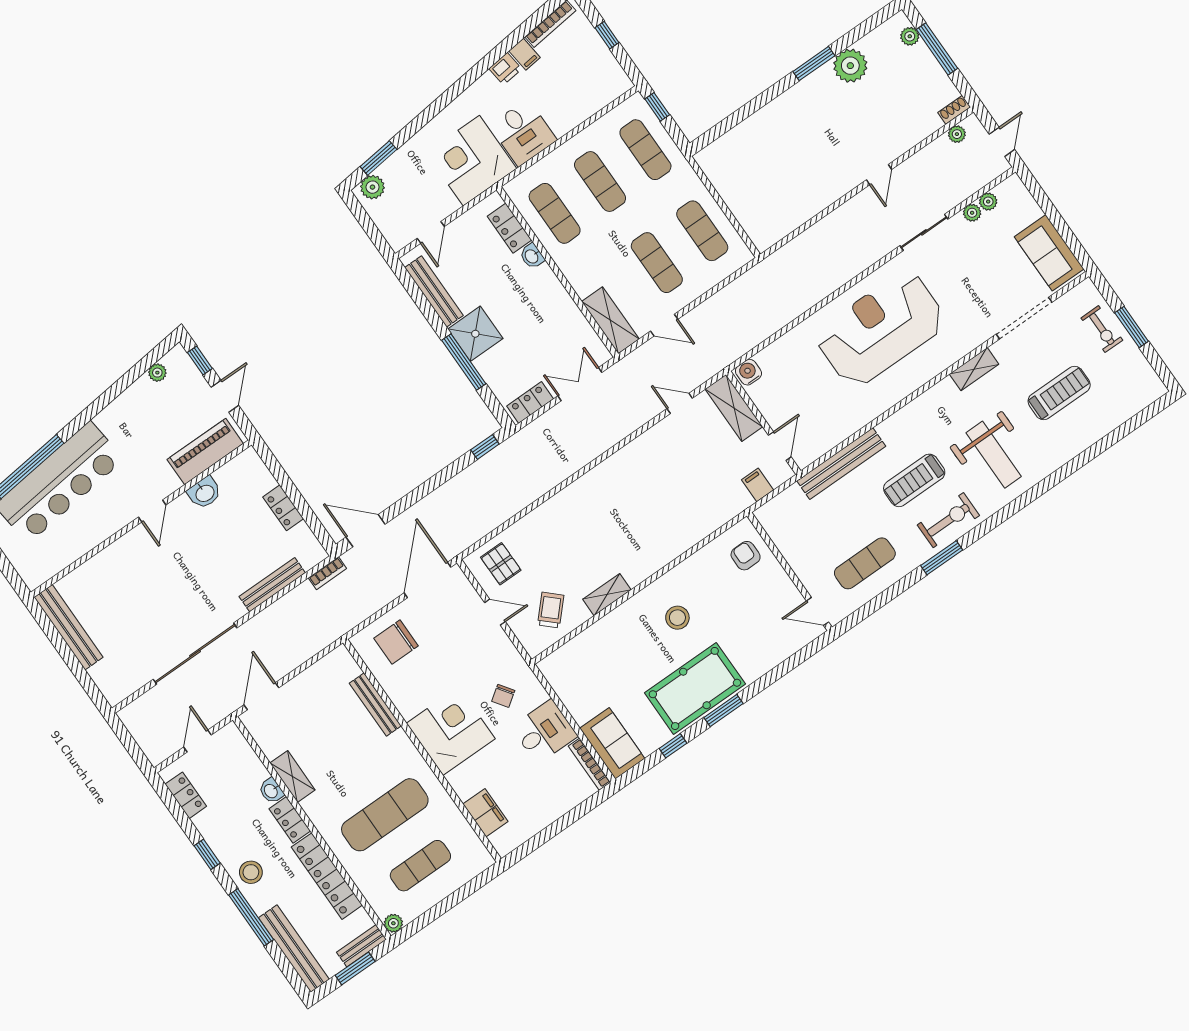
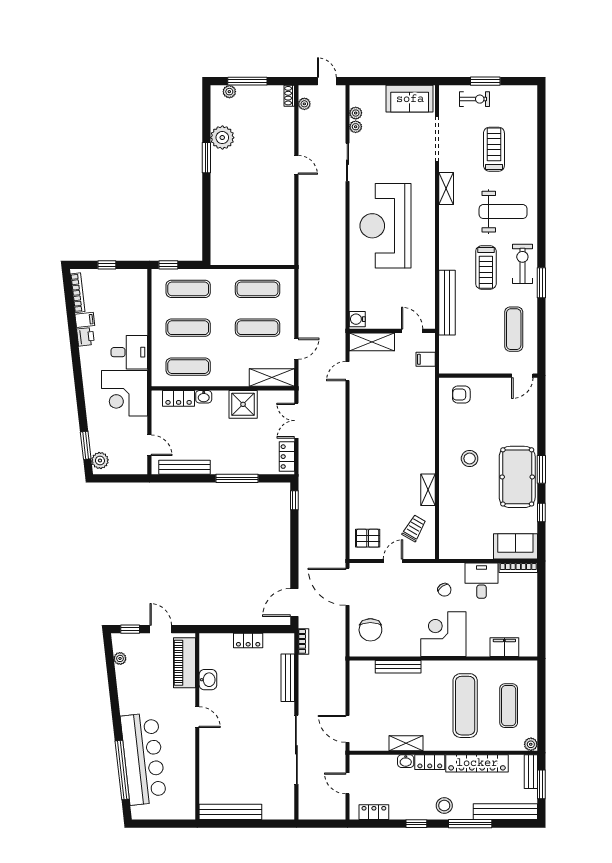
shower: (475, 334) -> (243, 404), moved
trolley: (551, 610) -> (414, 528), turned 77

